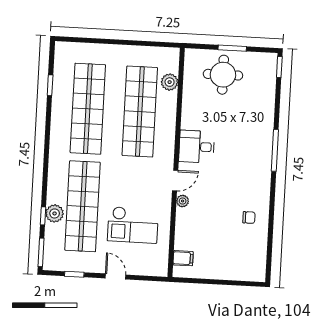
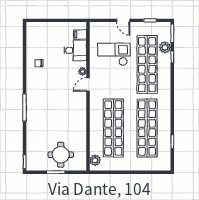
plant: (170, 82) -> (95, 160), moved
desk: (197, 147) -> (75, 50), moved
plant: (55, 213) -> (165, 47), moved

